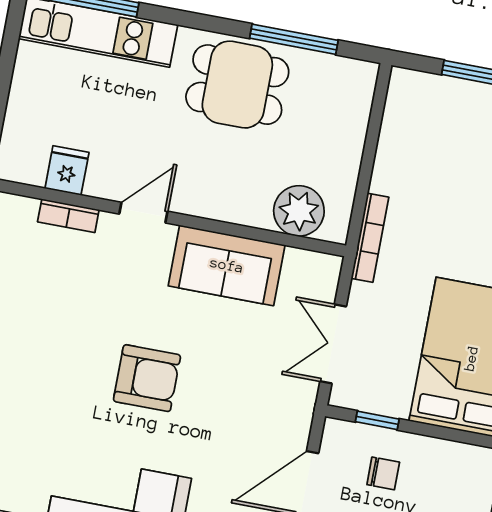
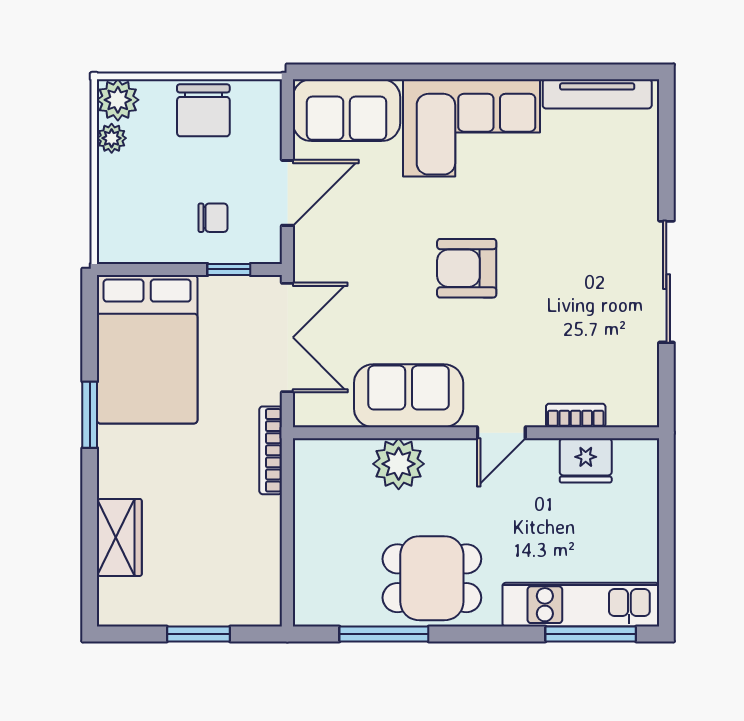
fridge: (67, 170) -> (586, 460), width x1.38
plant: (299, 211) -> (399, 464), moved
double door: (333, 344) -> (287, 337), width x1.37
chair: (383, 473) -> (213, 218), turned 180

